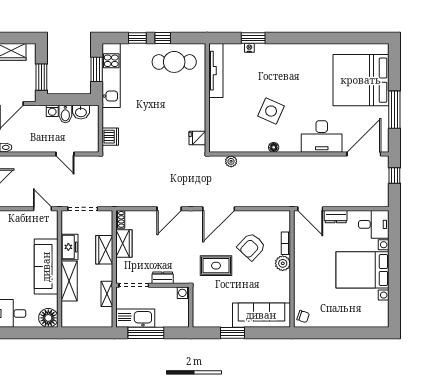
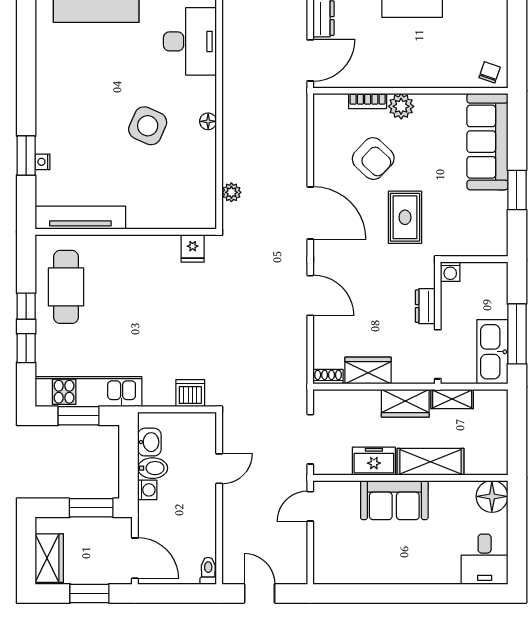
wardrobe: (104, 250) -> (405, 403), moved
sofa: (46, 267) -> (394, 500), width x0.73

